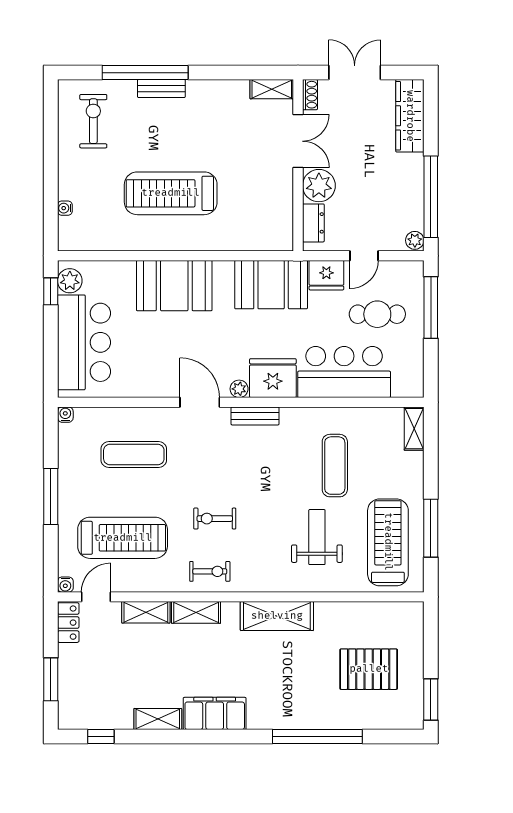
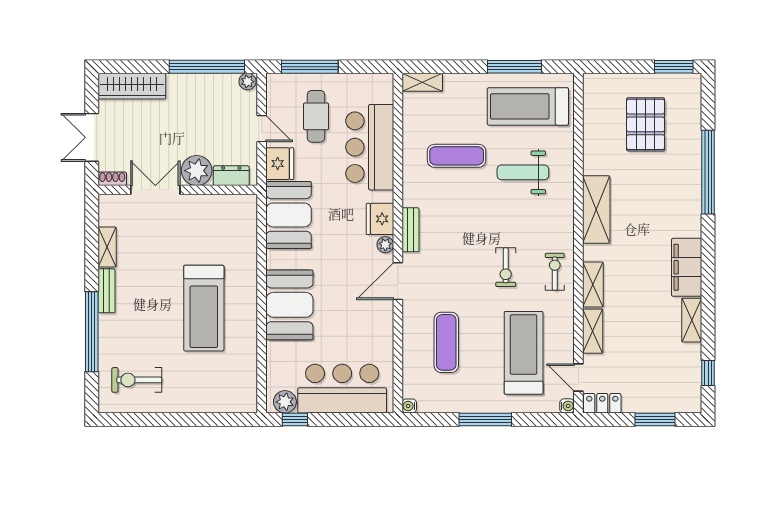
bench: (161, 89) -> (107, 291), moved
shelving: (272, 89) -> (107, 247), moved
water cooler: (65, 208) -> (218, 406), removed
fridge: (273, 378) -> (380, 219), width x0.73, depth x0.75

